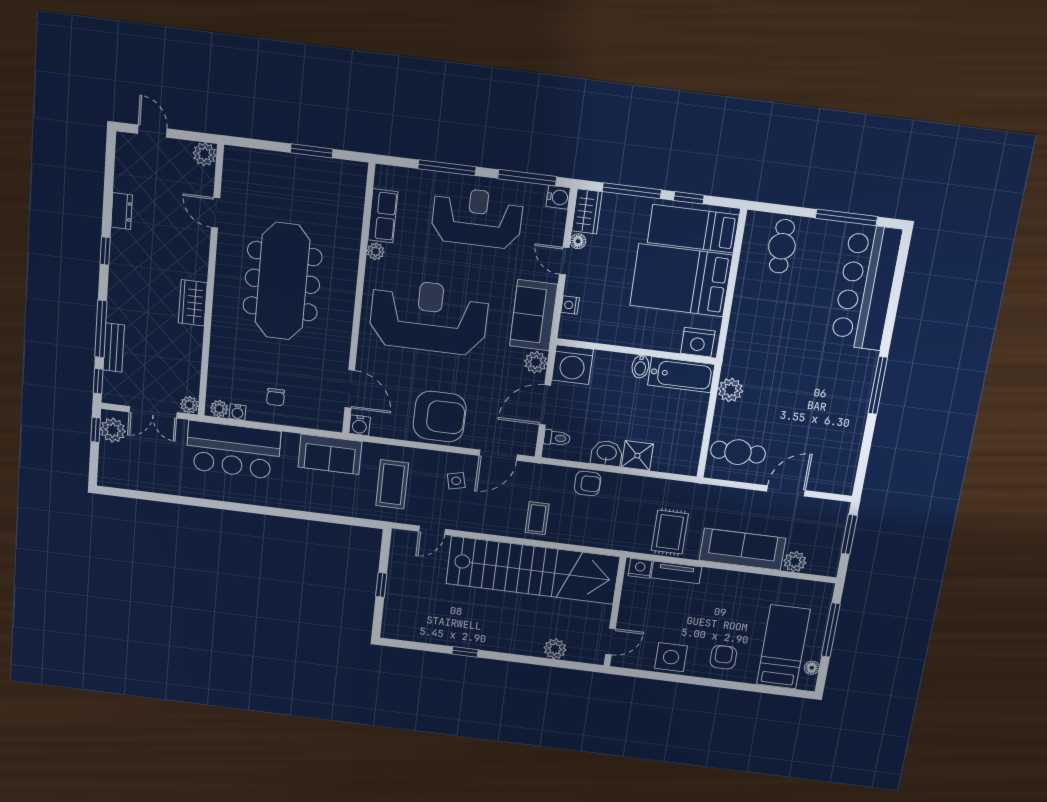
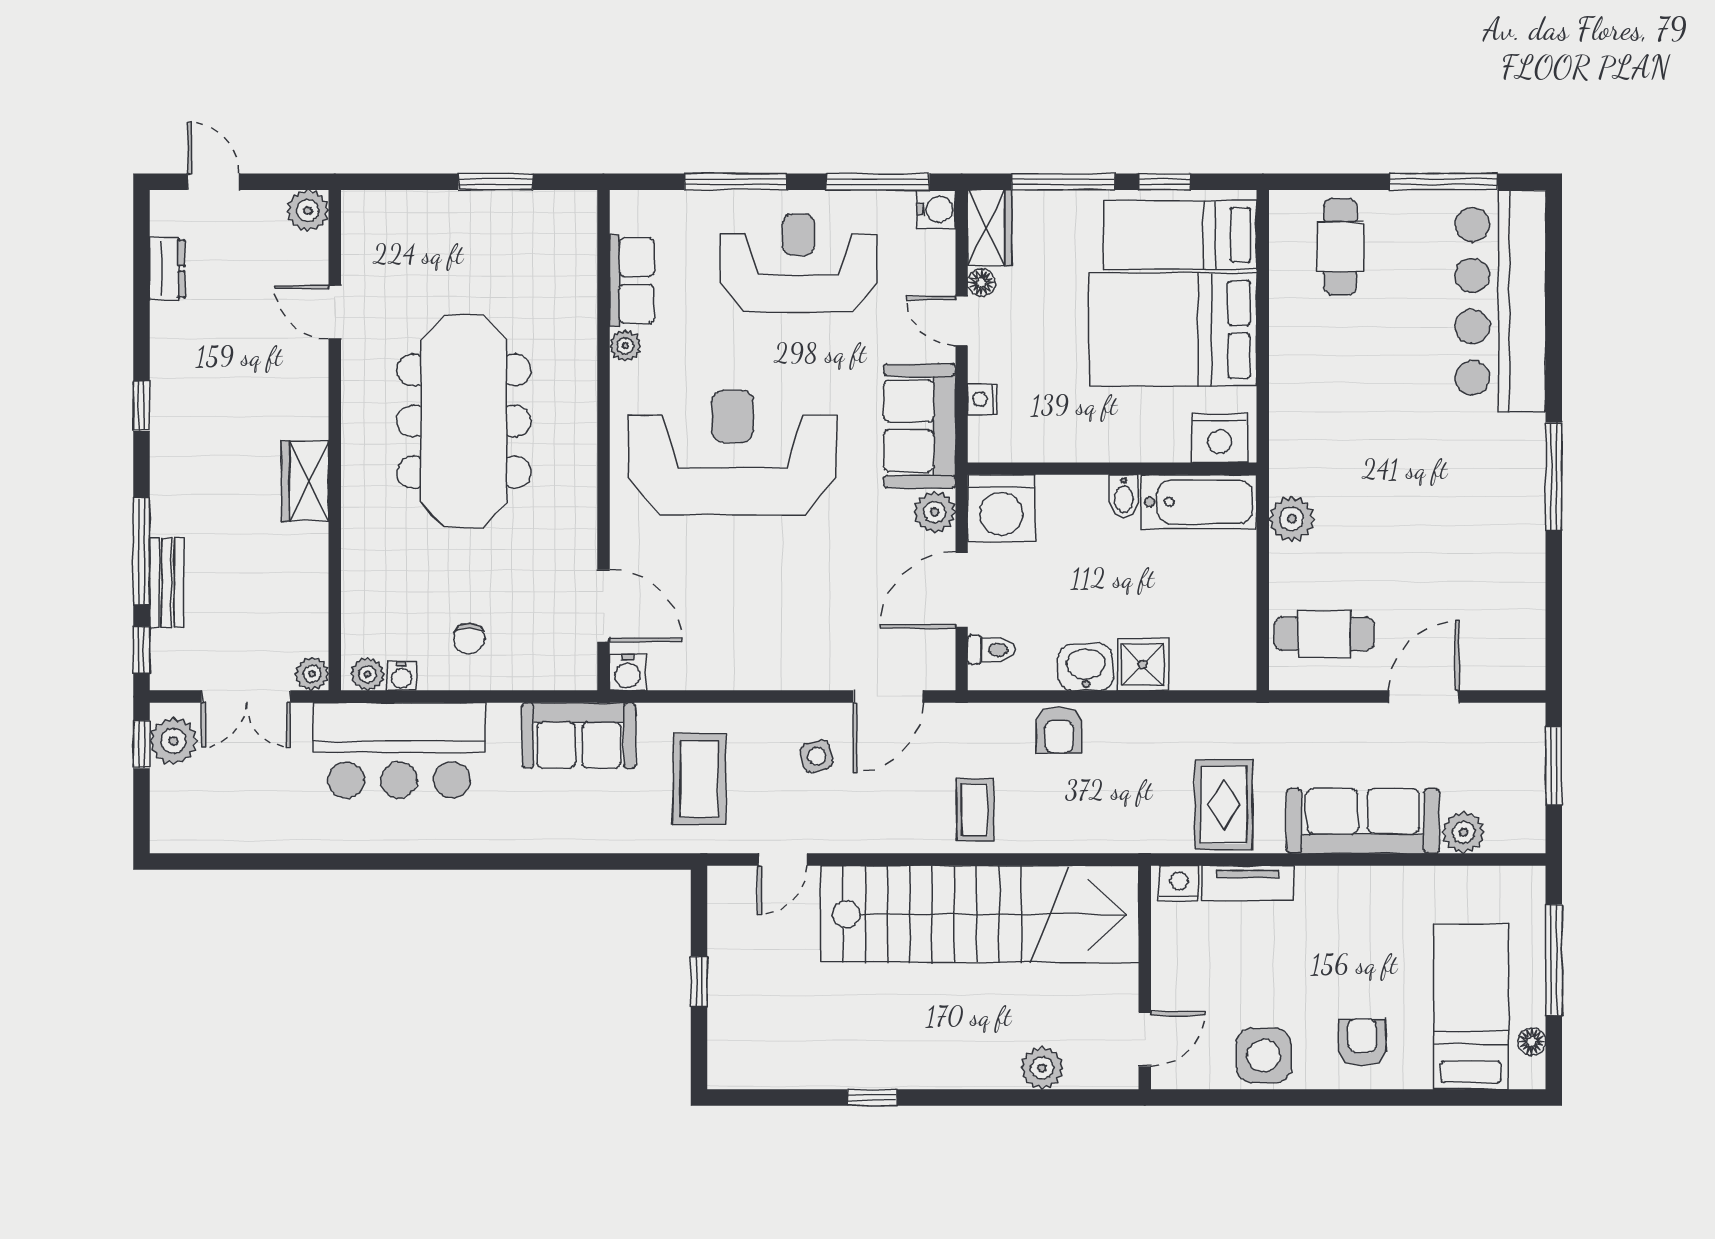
dresser: (122, 211) -> (167, 269), moved
armchair: (440, 416) -> (772, 637), removed
armchair: (588, 483) -> (1059, 730), turned 90

